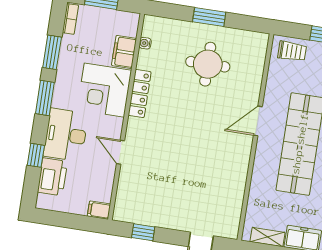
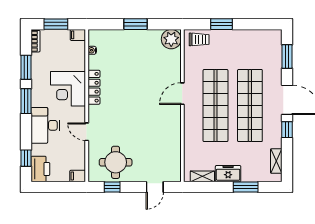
plant: (254, 45) -> (171, 39), added
filing cabinet: (124, 52) -> (78, 35), moved, width x0.50
round table: (208, 64) -> (116, 162), moved
window: (36, 155) -> (26, 158), moved
printer: (52, 177) -> (40, 169), moved

